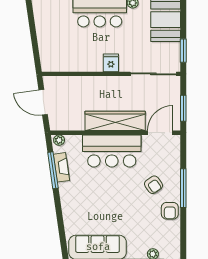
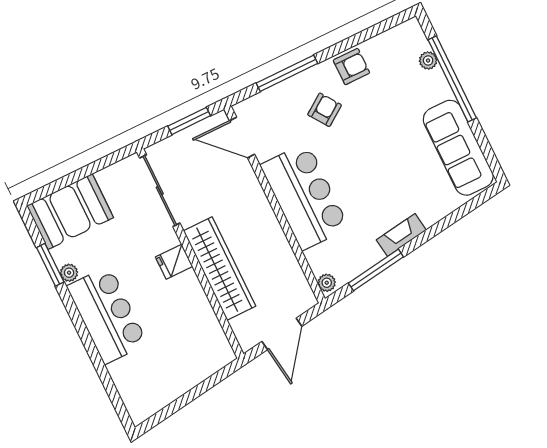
window: (183, 51) -> (103, 163), removed
wardrobe: (115, 121) -> (220, 268), moved, turned 180
fireplace: (61, 167) -> (401, 235), moved
window: (183, 188) -> (287, 73), moved

